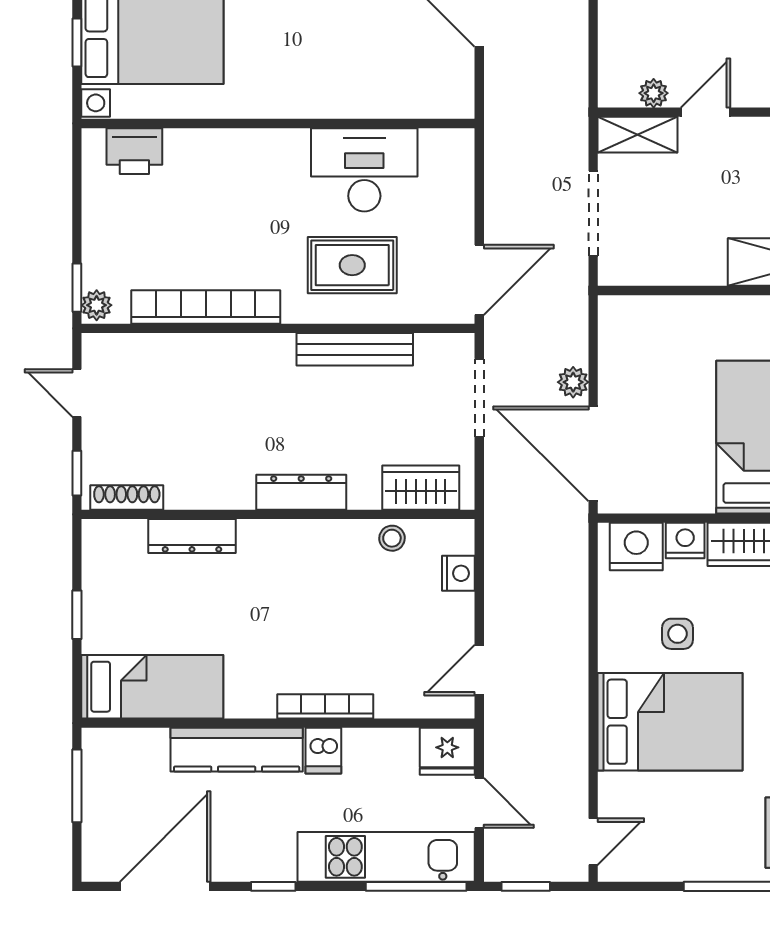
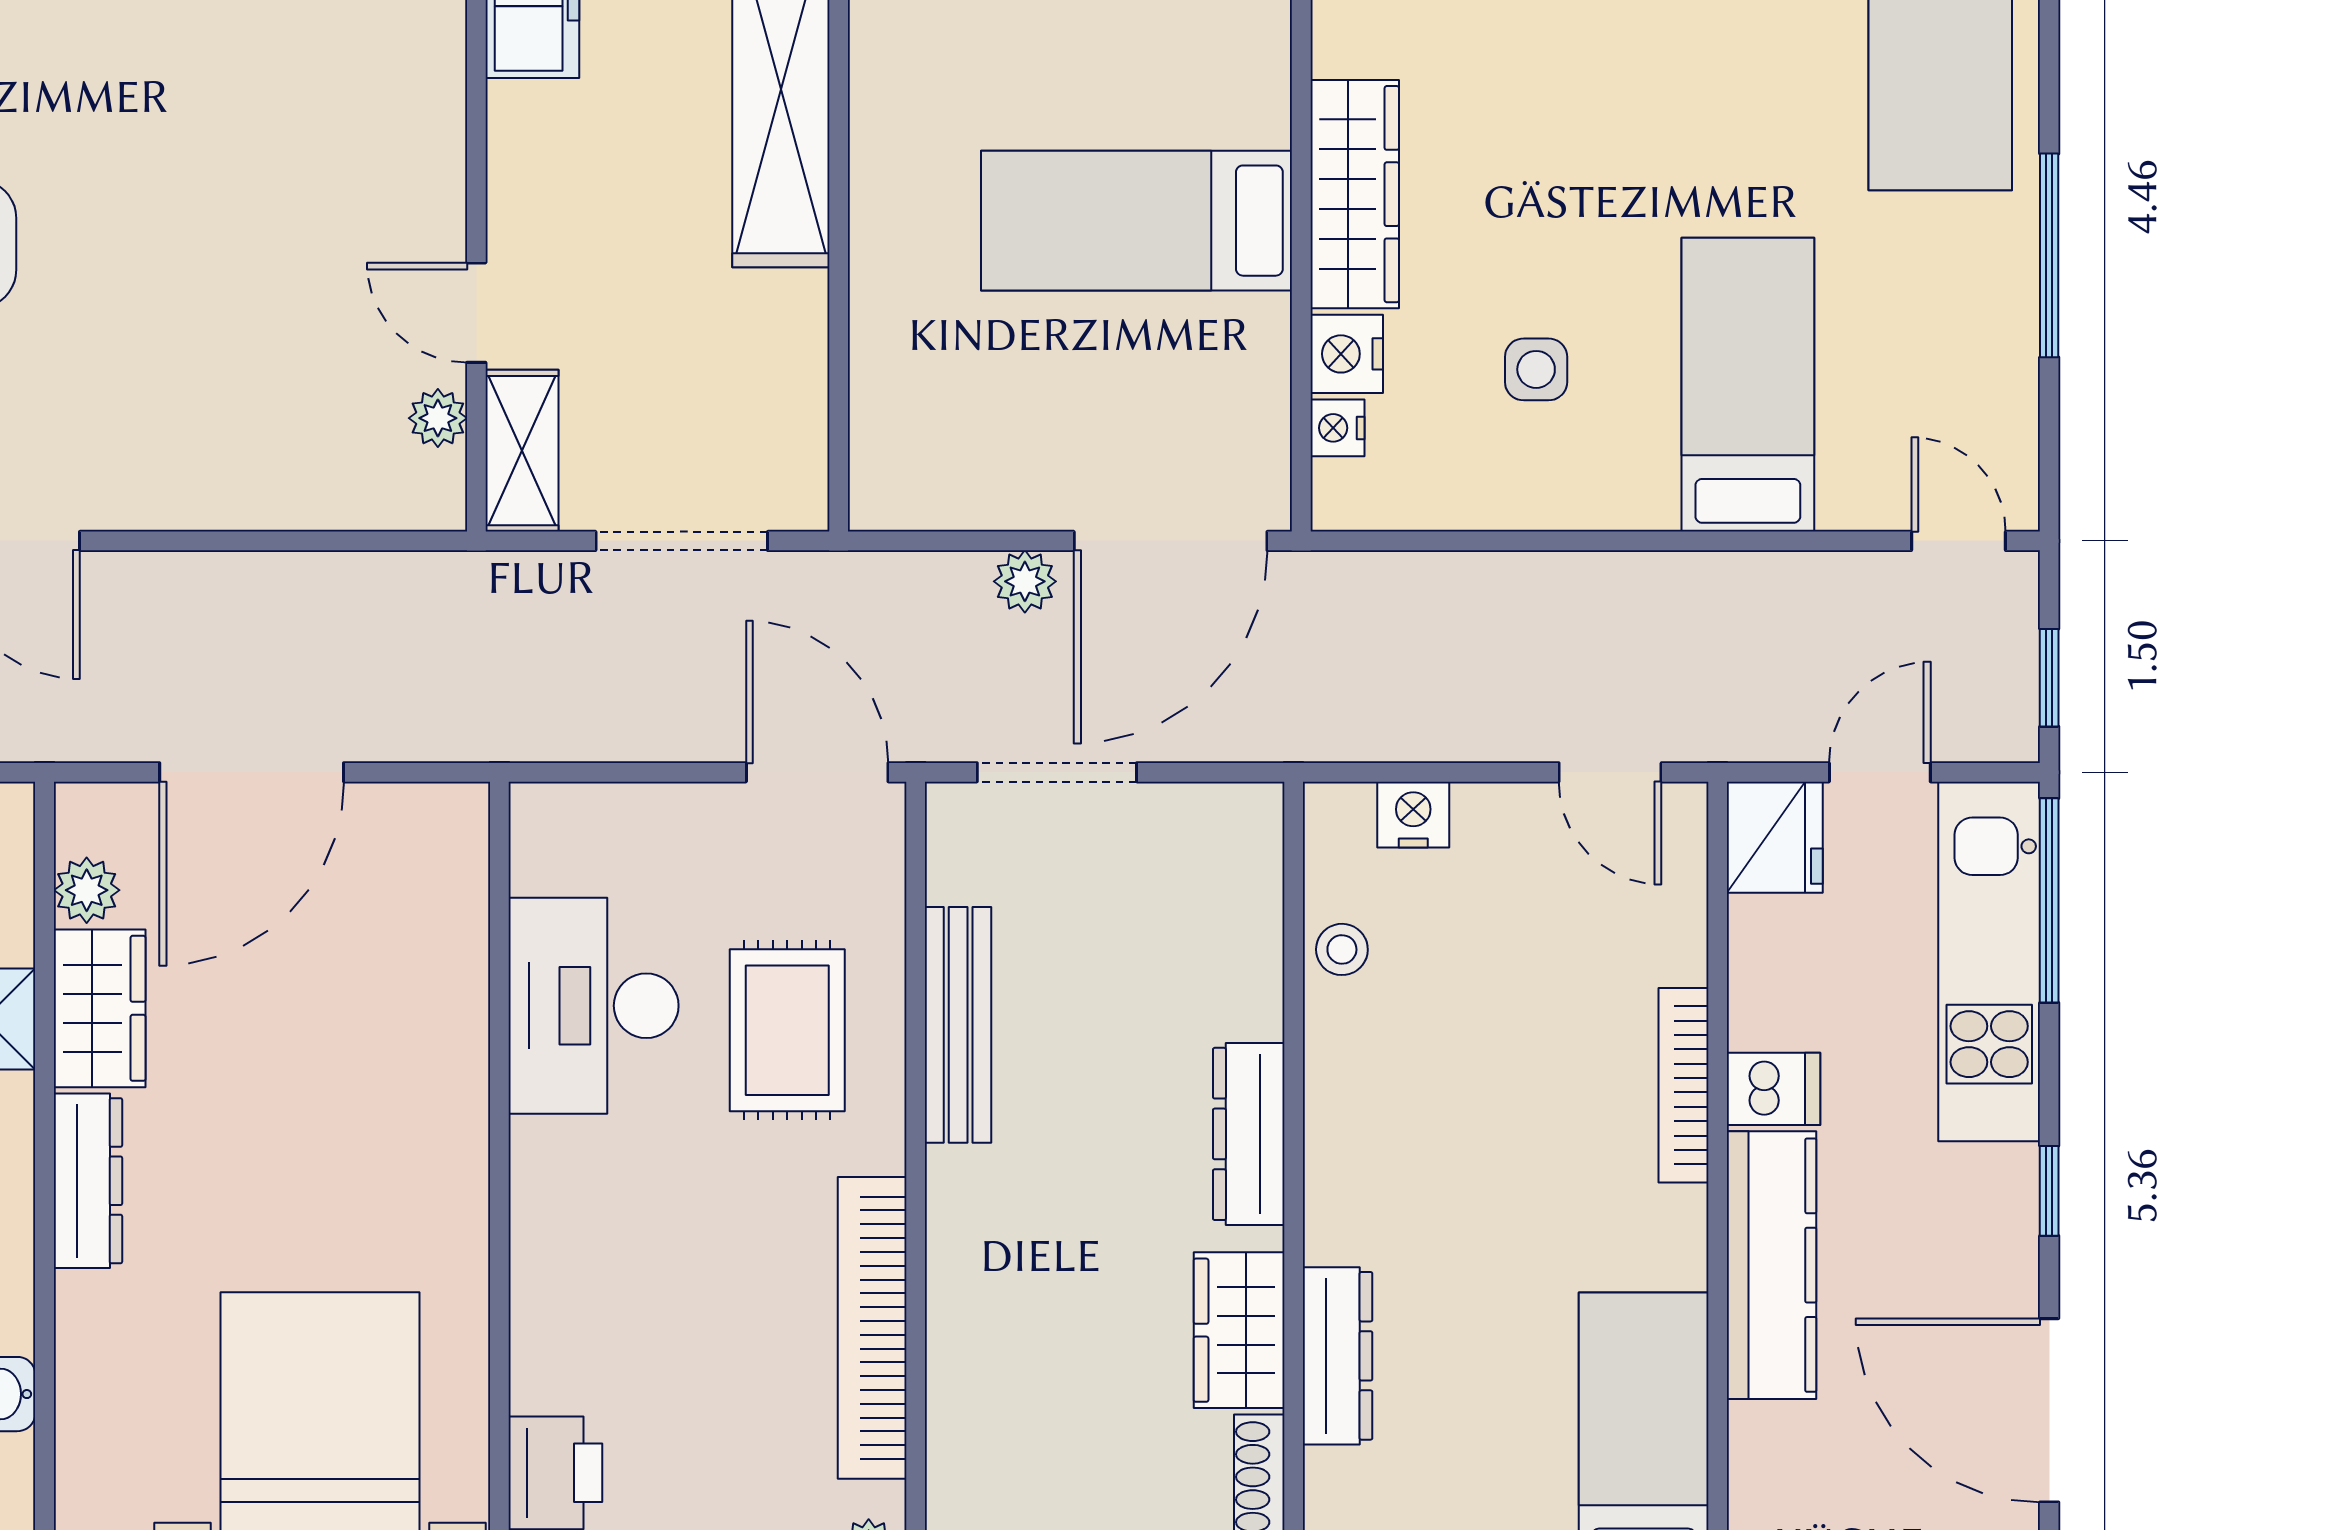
wardrobe: (421, 488) -> (1239, 1330), moved
nightstand: (636, 546) -> (1337, 428), width x0.53, depth x0.56
bed: (670, 722) -> (1748, 385), width x0.67

